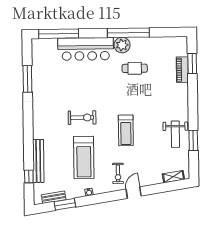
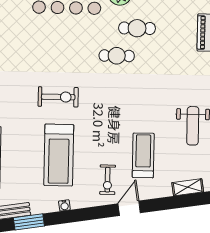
cafe table: (121, 88) -> (117, 56), added
treadmill: (126, 130) -> (143, 155), moved, turned 180

